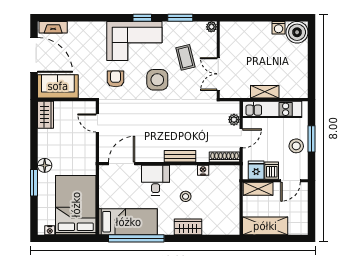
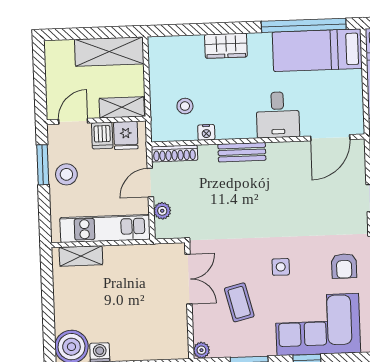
side table: (157, 80) -> (281, 267), width x0.54, depth x0.54
shelving: (265, 92) -> (81, 256), moved
window: (312, 139) -> (43, 165), moved
stool: (186, 196) -> (185, 106), moved

